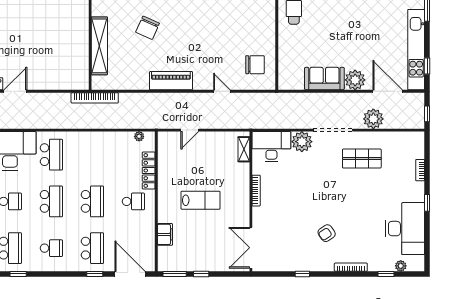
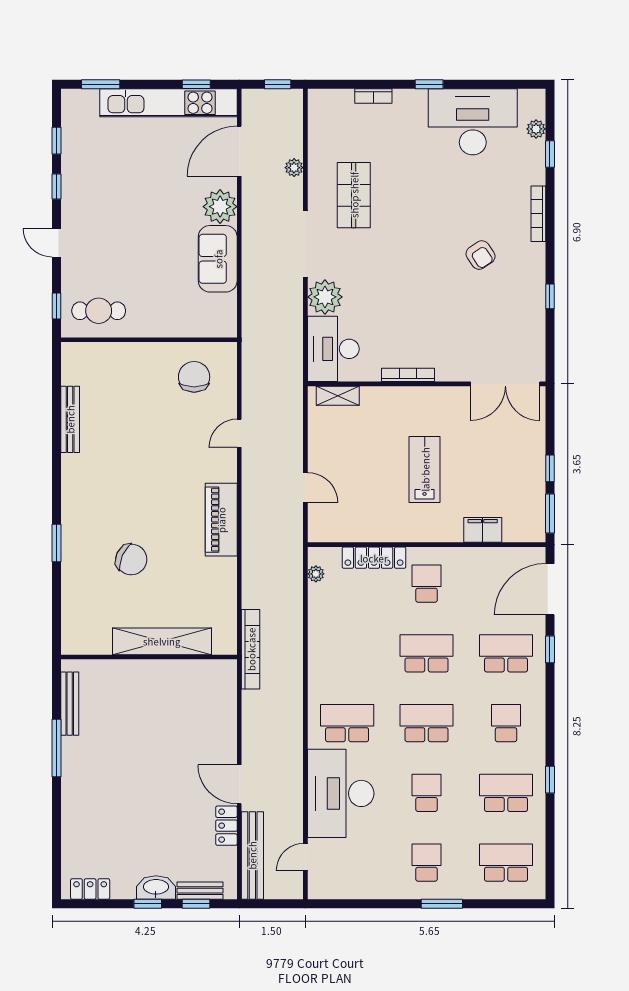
plant: (373, 119) -> (294, 168), width x0.53, depth x0.53

